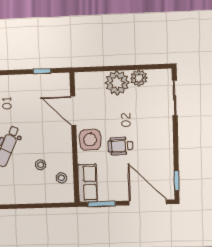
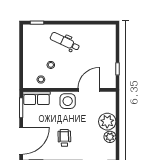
wheelchair: (120, 146) -> (64, 138), moved

